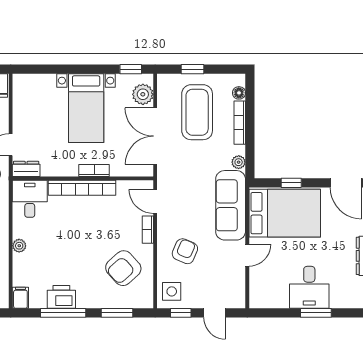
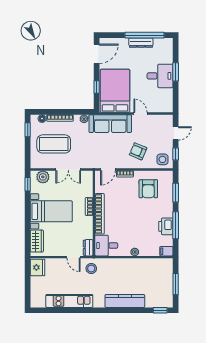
window: (192, 69) -> (28, 130), moved
wardrobe: (37, 84) -> (37, 241), added
double door: (155, 136) -> (68, 169), width x0.73
armchair: (123, 268) -> (148, 189), turned 42

